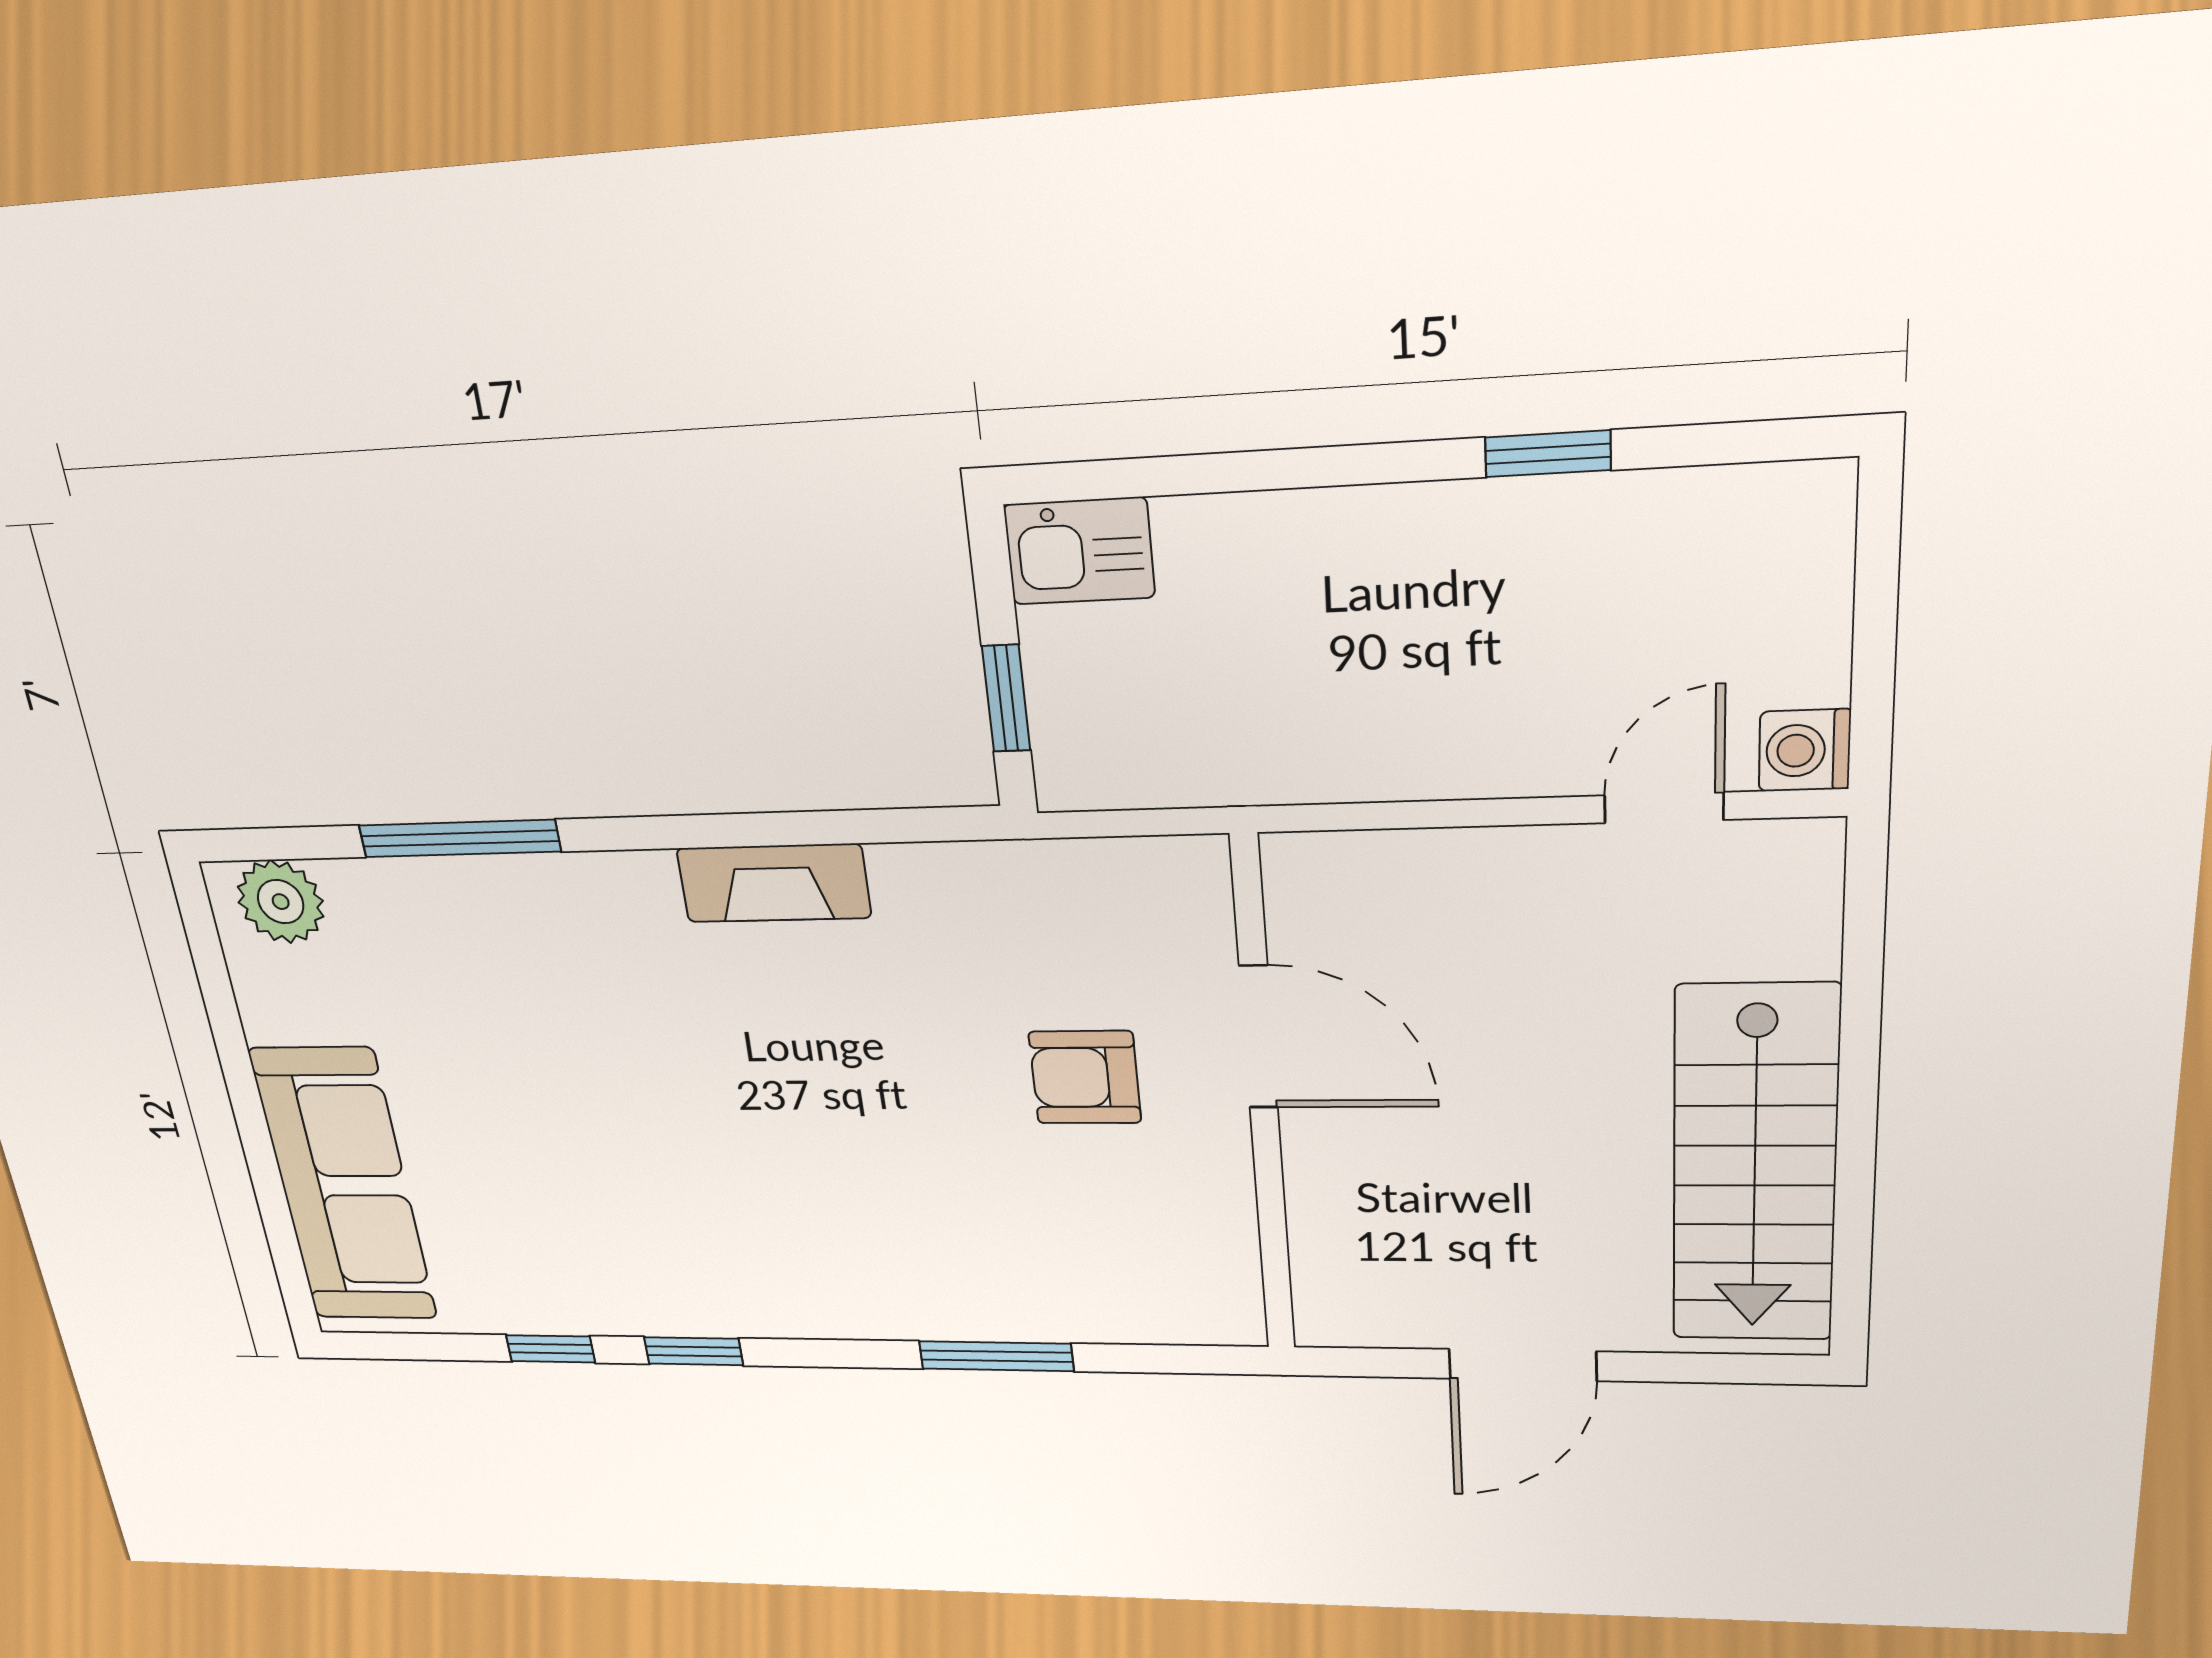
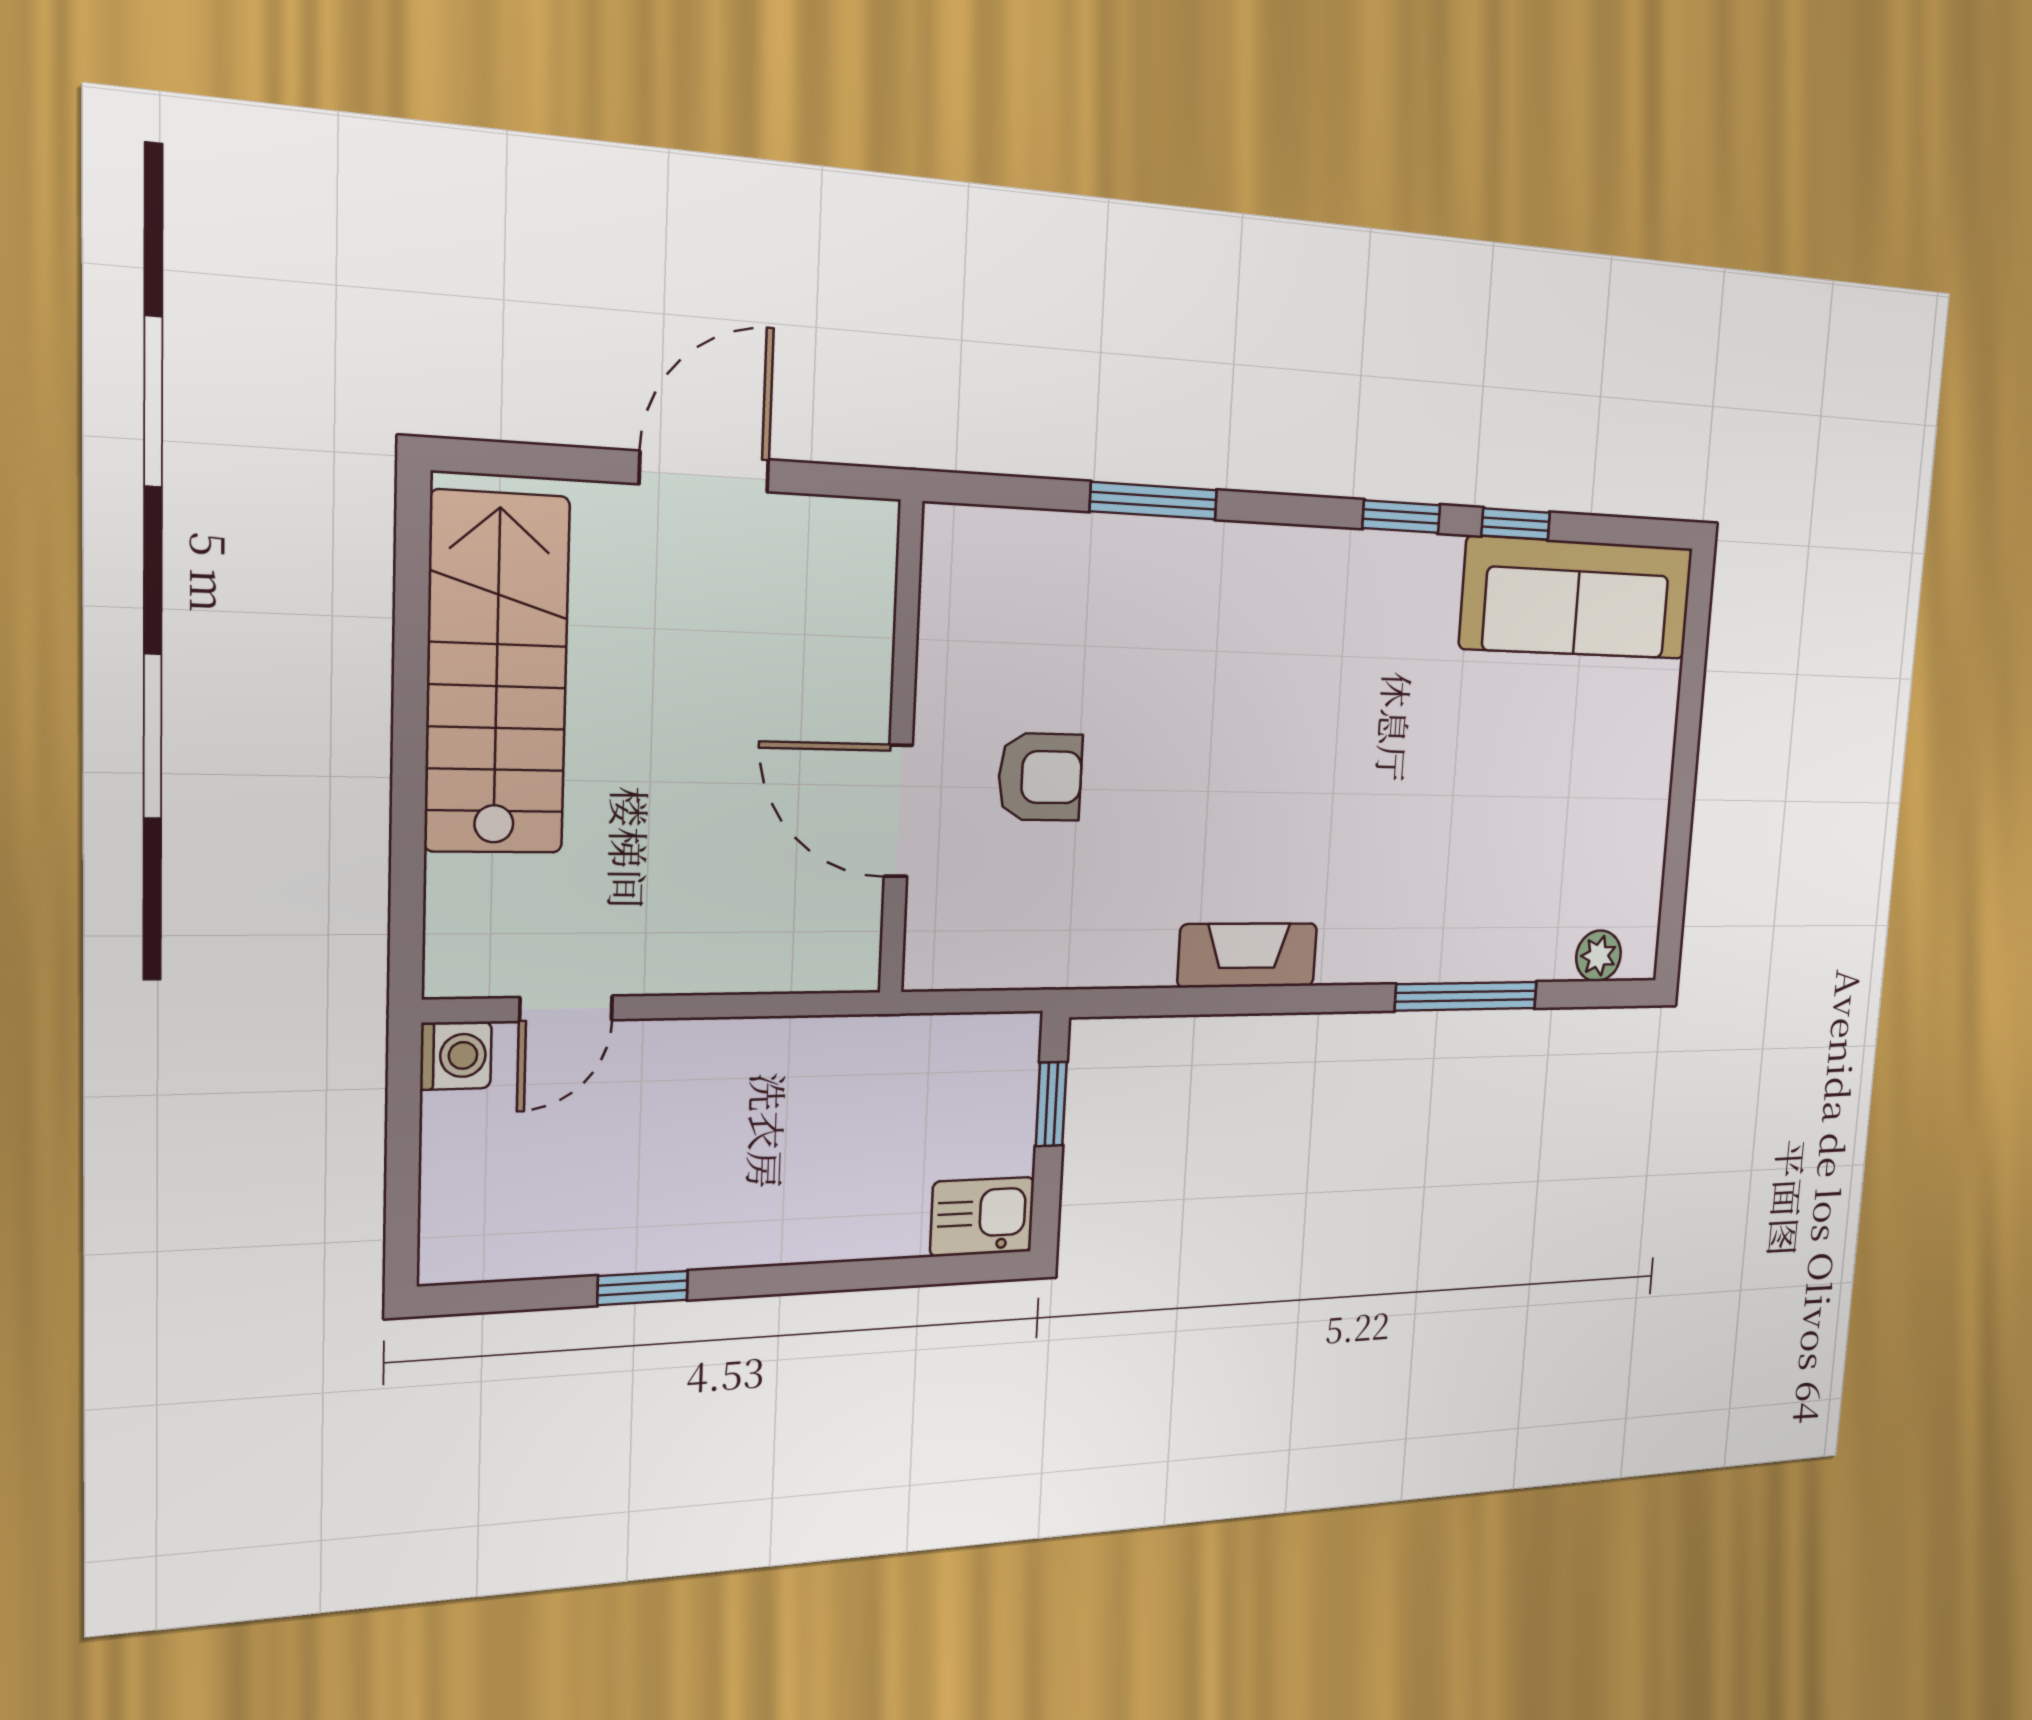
plant: (281, 902) -> (1598, 956), width x0.73, depth x0.73
sofa: (344, 1186) -> (1577, 598), moved, turned -90

